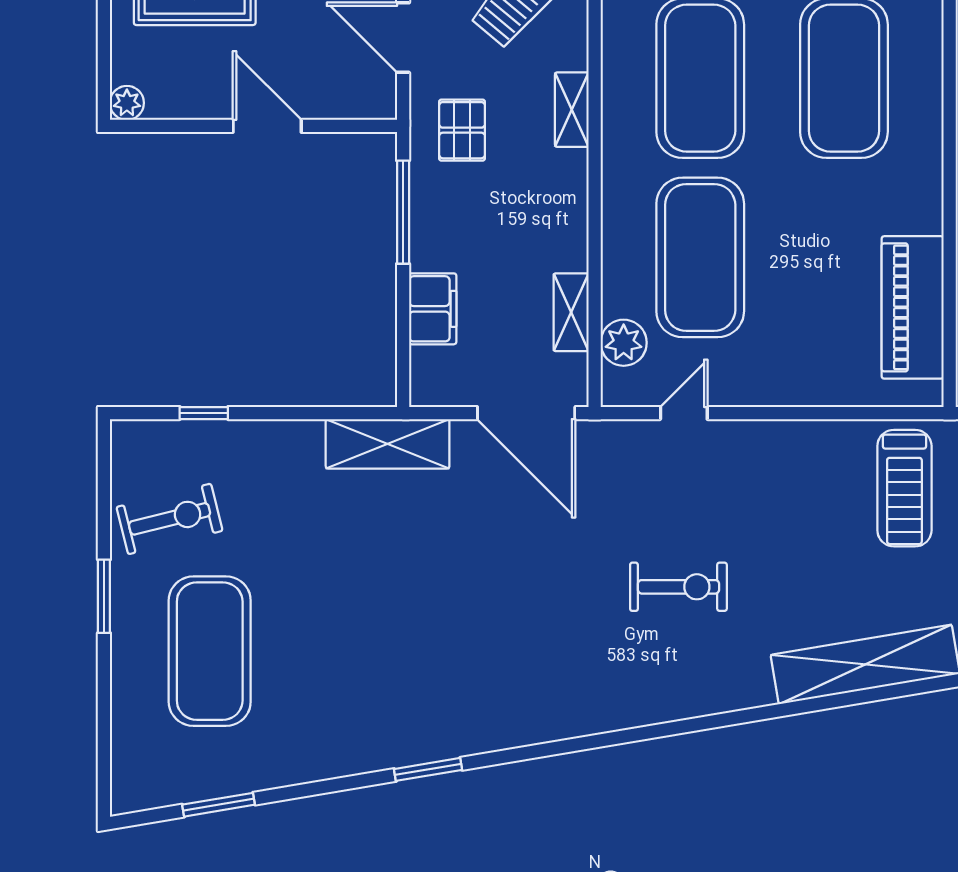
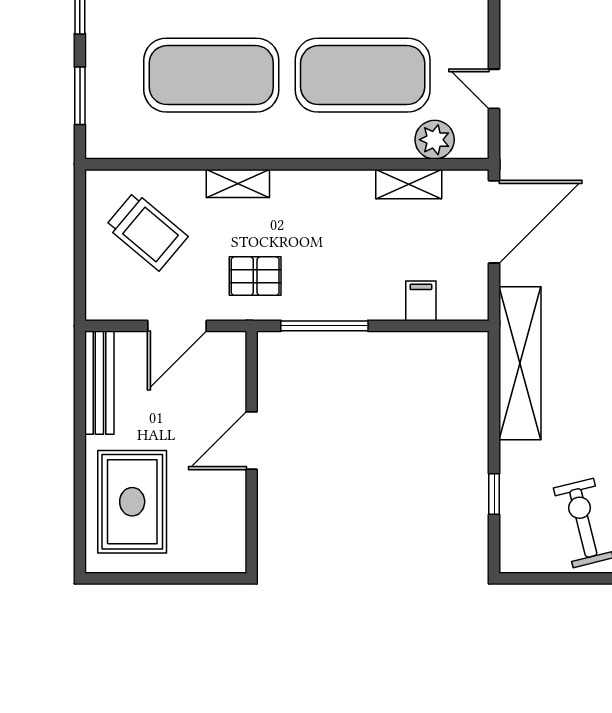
plant: (127, 103) -> (232, 559), removed
filing cabinet: (433, 309) -> (421, 301), width x0.50
shelving: (388, 444) -> (520, 363), width x1.47

